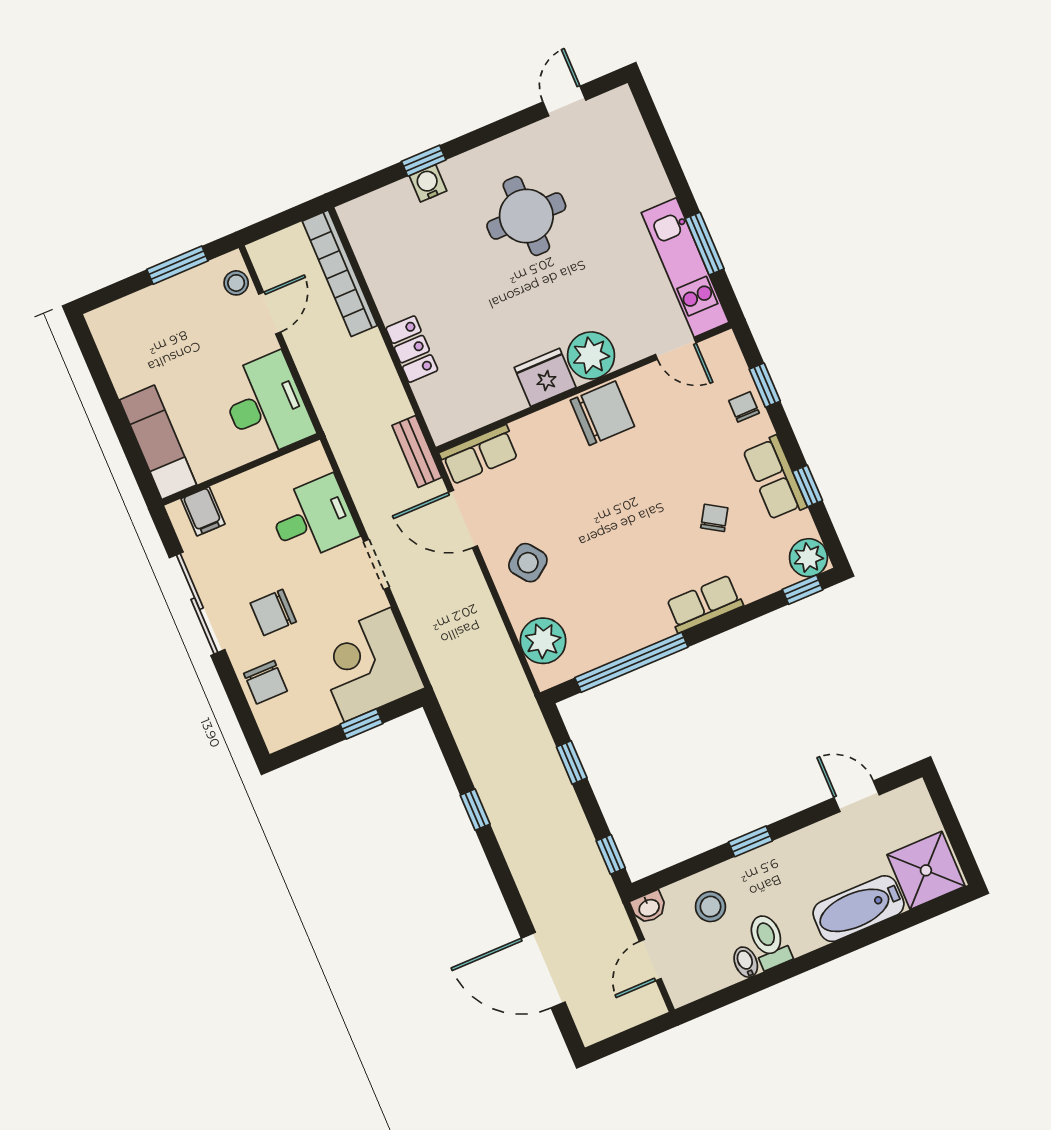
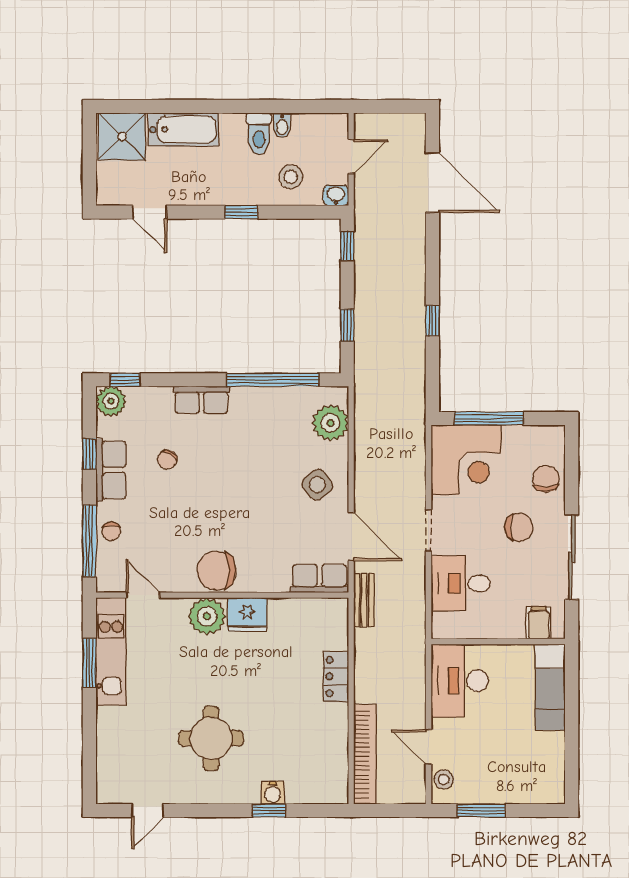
door: (270, 313) -> (429, 747), hinge flipped
window: (765, 385) -> (89, 541), width x2.17
window: (361, 724) -> (489, 418), width x2.17

